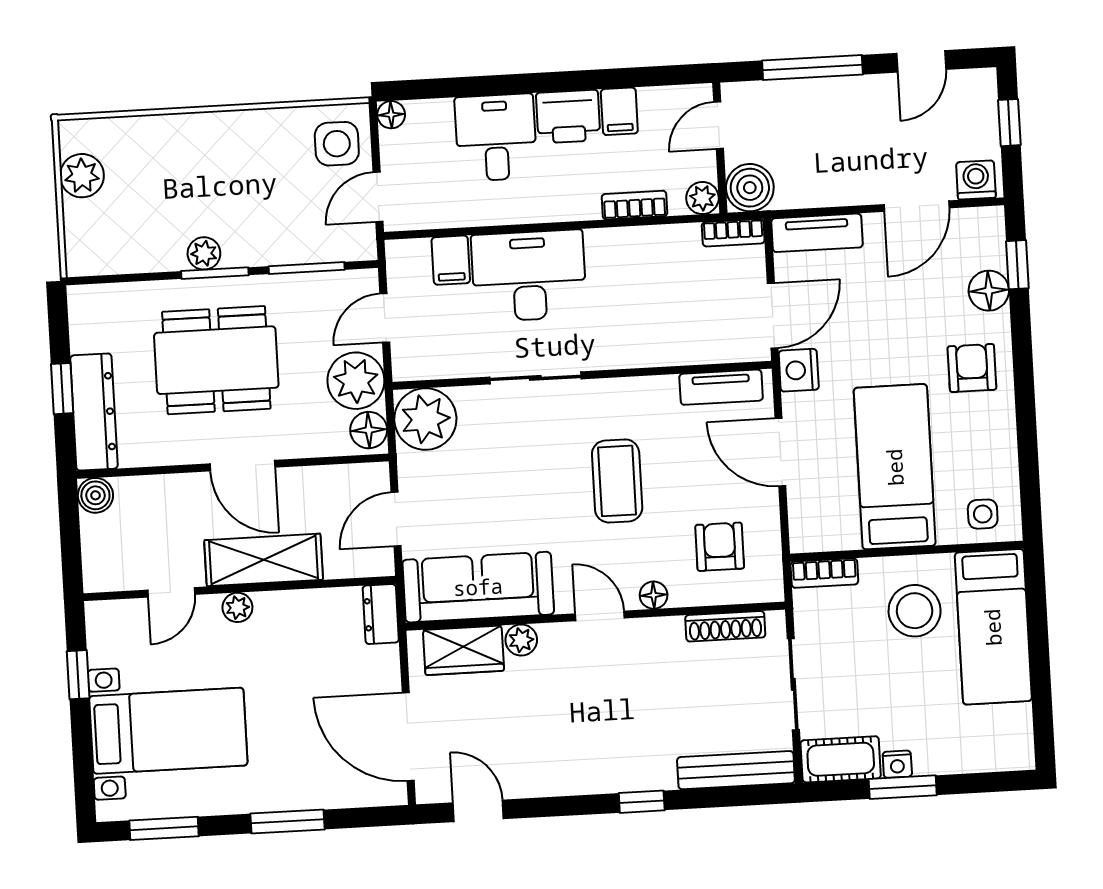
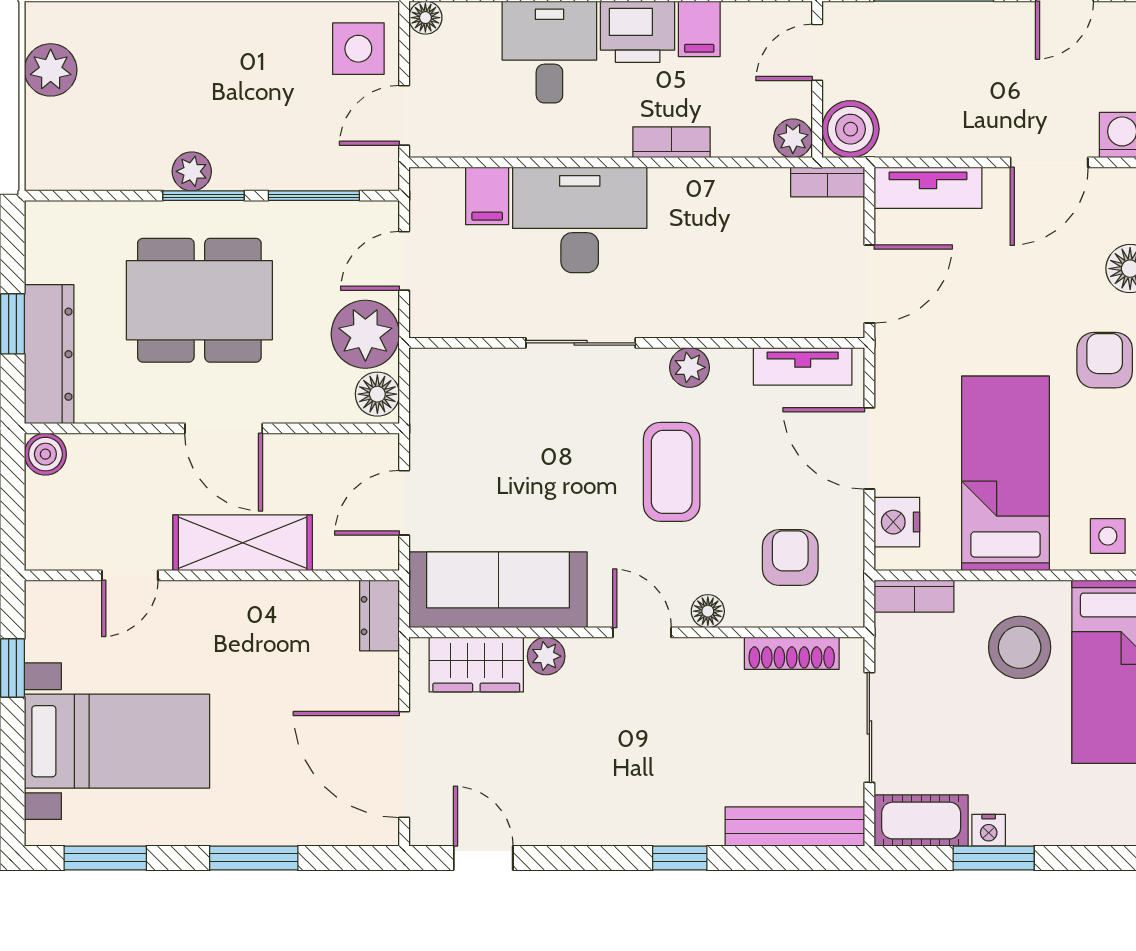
bookcase: (635, 205) -> (671, 142), moved
nightstand: (799, 370) -> (897, 522), moved
plant: (425, 419) -> (690, 367), moved, width x0.53, depth x0.53
plant: (237, 607) -> (208, 598), removed

